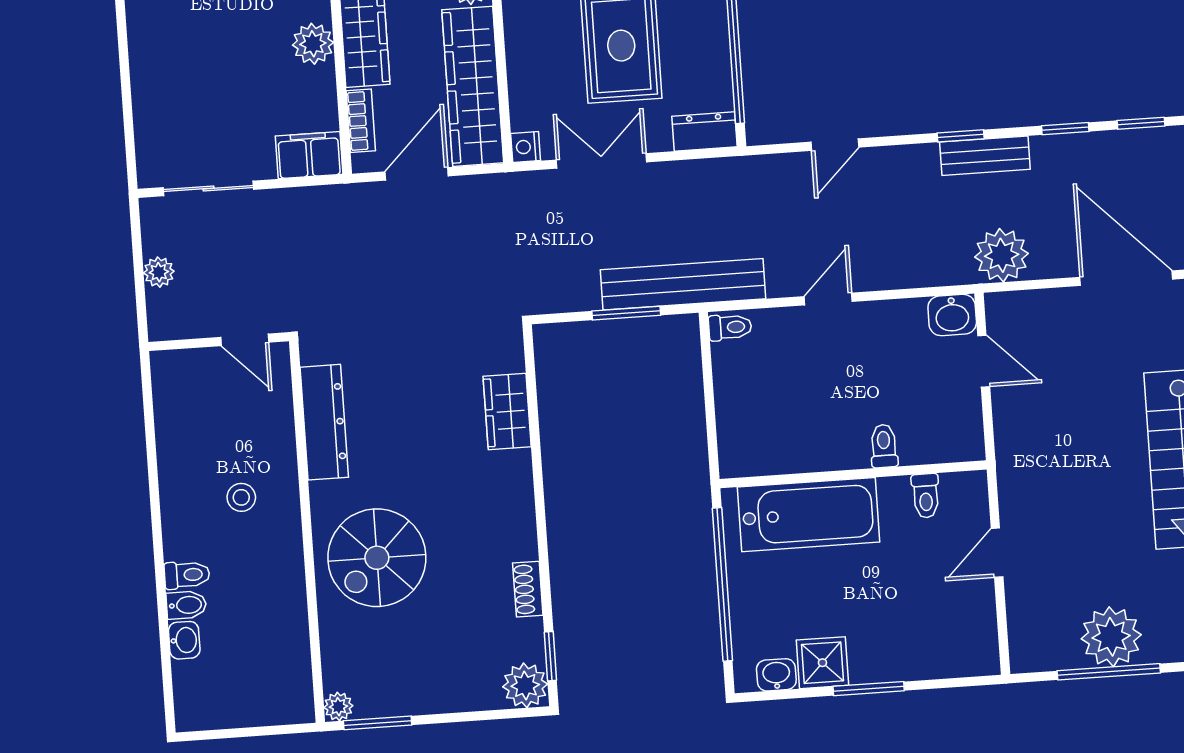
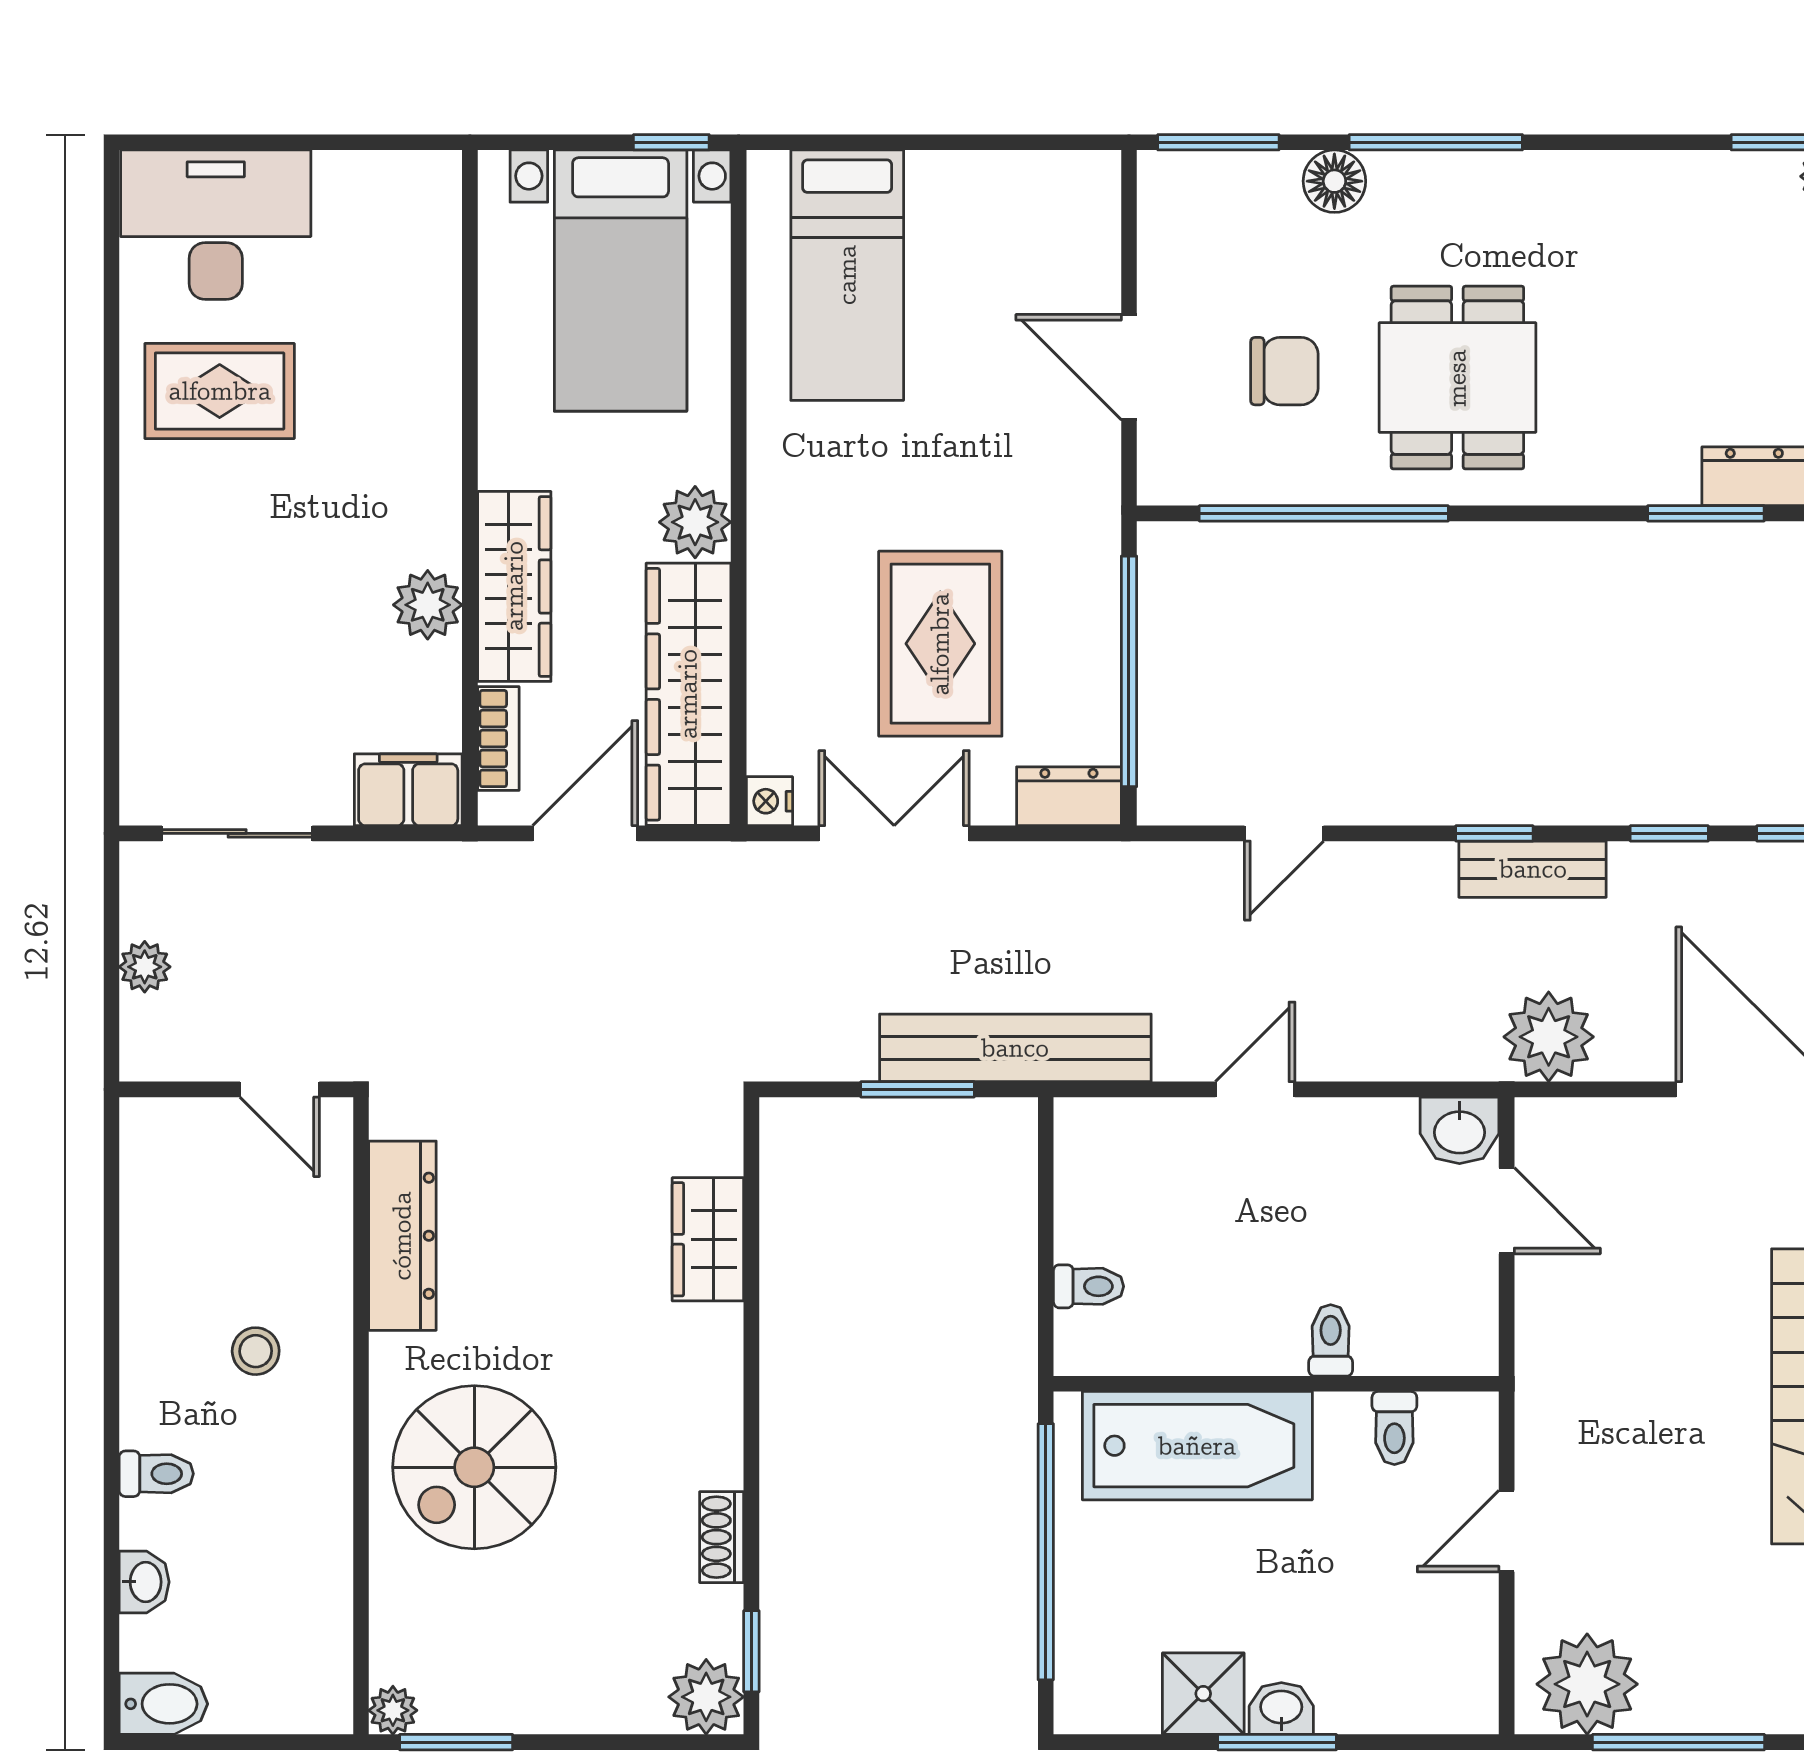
toilet: (730, 327) -> (1089, 1286), moved
bidet: (186, 605) -> (163, 1704), moved, width x1.38, depth x1.36
plant: (1111, 637) -> (1587, 1684), moved
washbasin: (776, 675) -> (1281, 1709), moved

